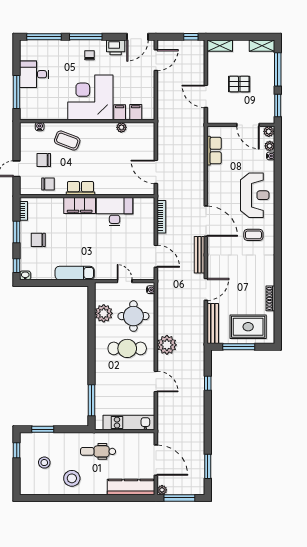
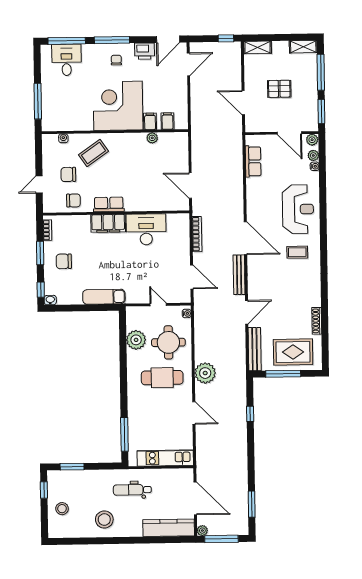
desk: (34, 74) -> (67, 60), moved, turned 90
coffee table: (67, 141) -> (93, 153), turned -56
stool: (44, 463) -> (62, 509), moved

